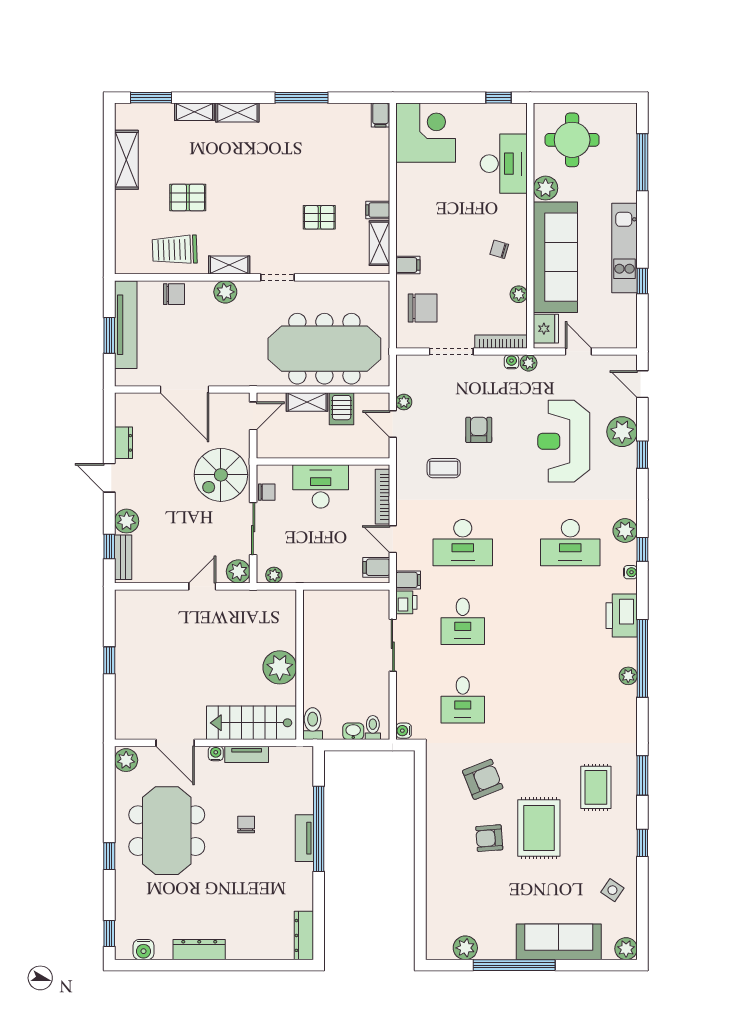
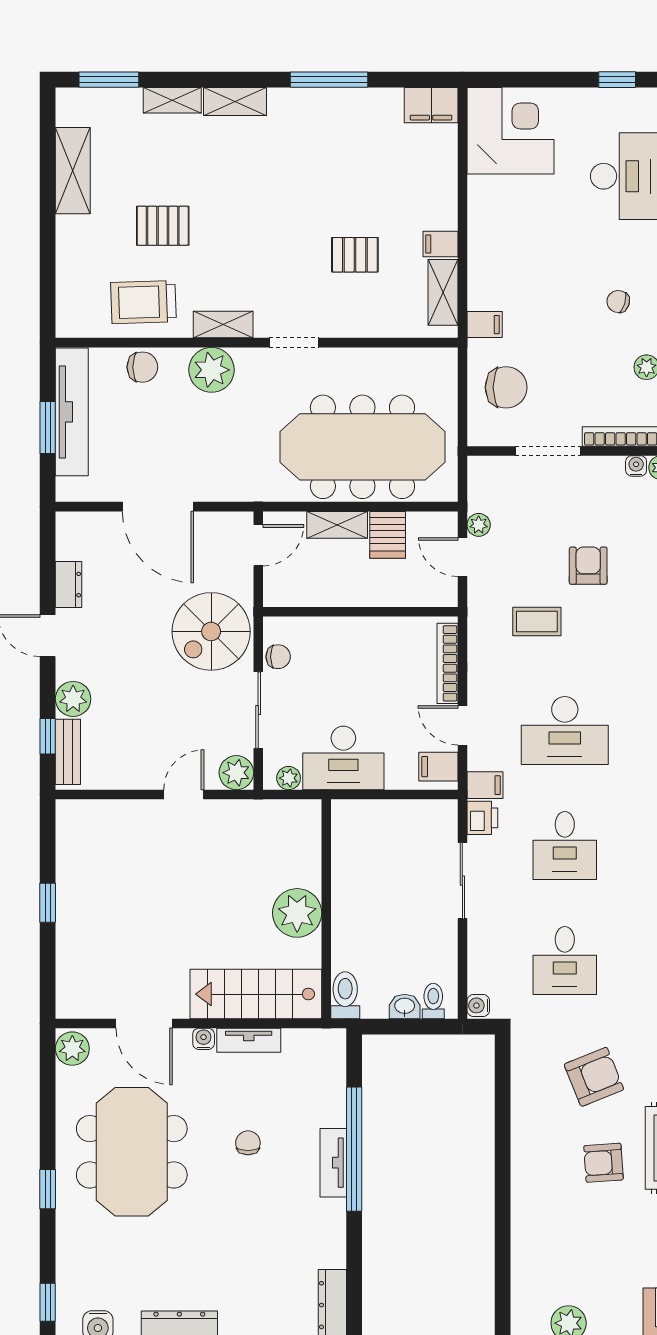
filing cabinet: (380, 115) -> (431, 105), width x2.00
plant: (225, 292) -> (212, 370), width x1.36, depth x1.36
desk: (321, 486) -> (343, 758), moved, turned 180

